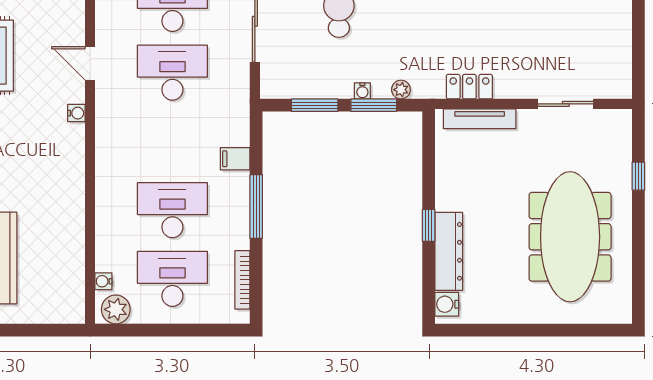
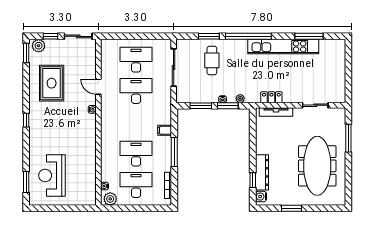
window: (638, 176) -> (348, 138), width x2.17
window: (429, 225) -> (253, 180), moved
window: (514, 330) -> (292, 208), added

